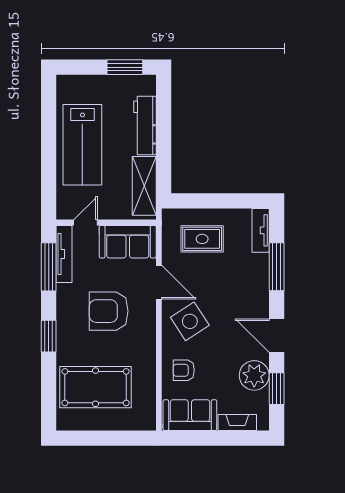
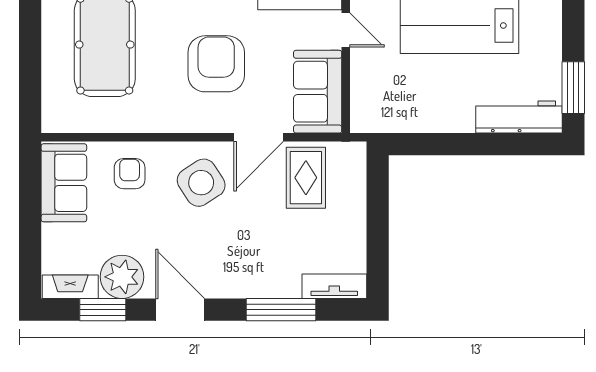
workbench: (145, 126) -> (519, 117), moved
shelving: (144, 186) -> (399, 116), removed
rug: (202, 239) -> (306, 178), moved
door: (277, 336) -> (180, 310), hinge flipped
fireplace: (237, 422) -> (70, 287), moved, turned -90

